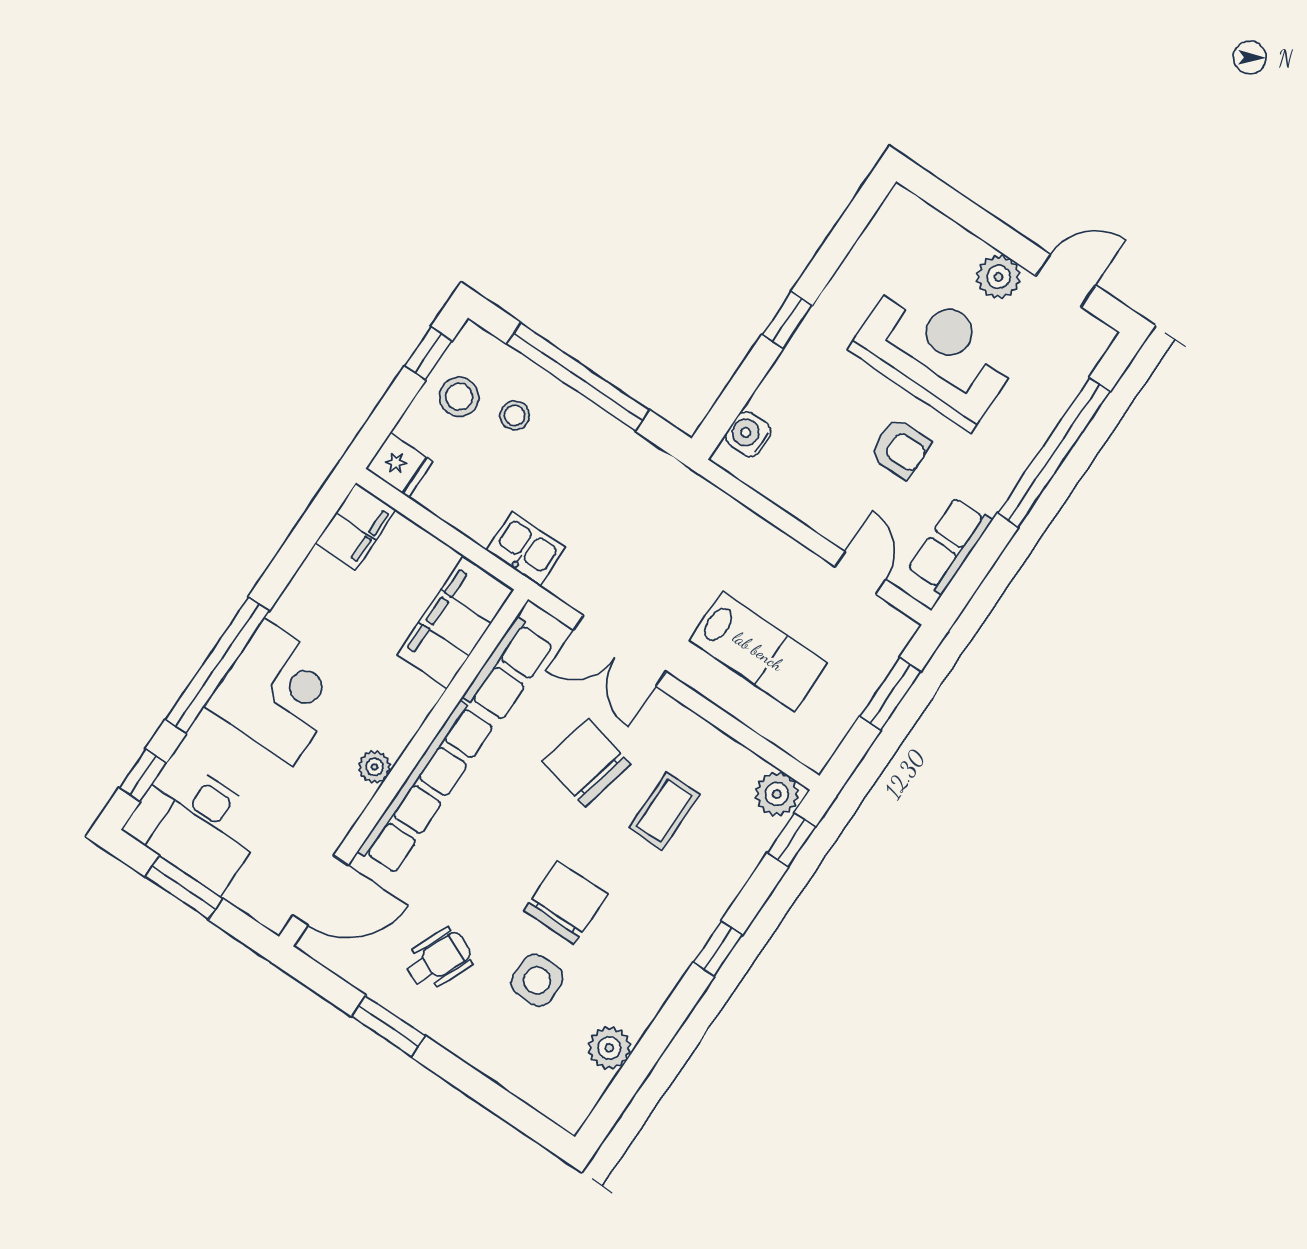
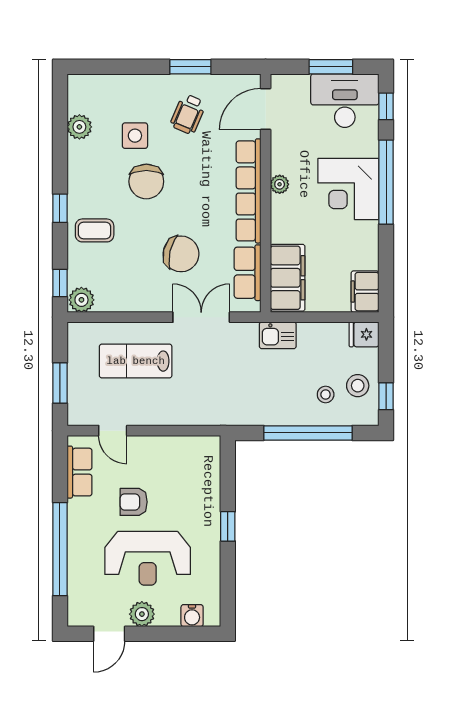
water cooler: (748, 434) -> (192, 616), moved, turned 90
coffee table: (664, 811) -> (95, 230), moved, turned 90

